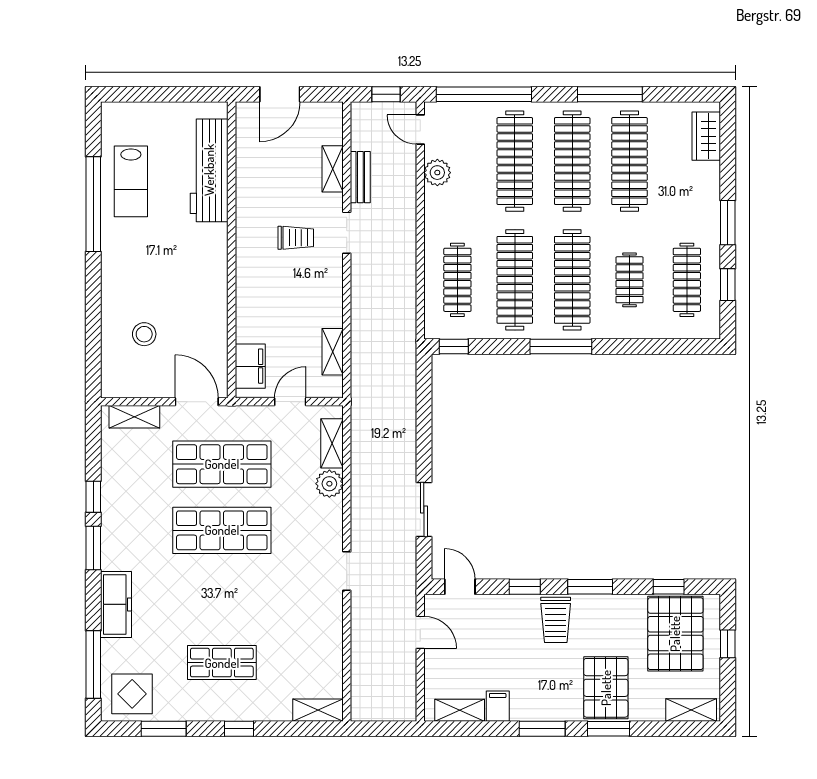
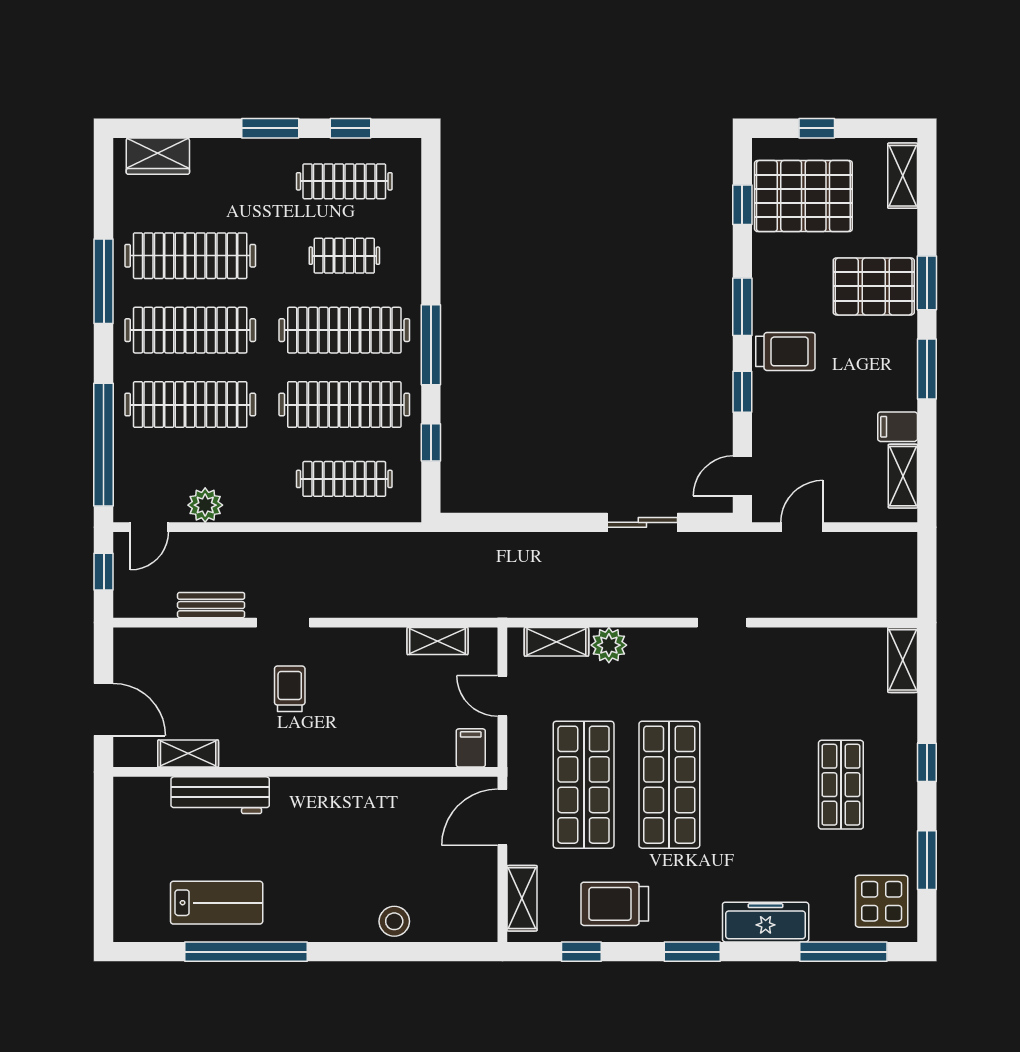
shelving: (333, 169) -> (188, 754), moved
workbench: (209, 170) -> (220, 795), width x0.73, depth x0.76
stool: (144, 334) -> (394, 921), moved
window: (454, 347) -> (431, 442), moved
filing cabinet: (250, 366) -> (471, 748), width x0.50
trolley: (130, 488) -> (615, 904), added
window: (93, 497) -> (581, 952), moved

